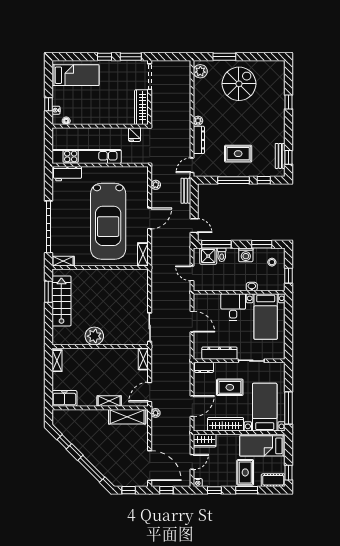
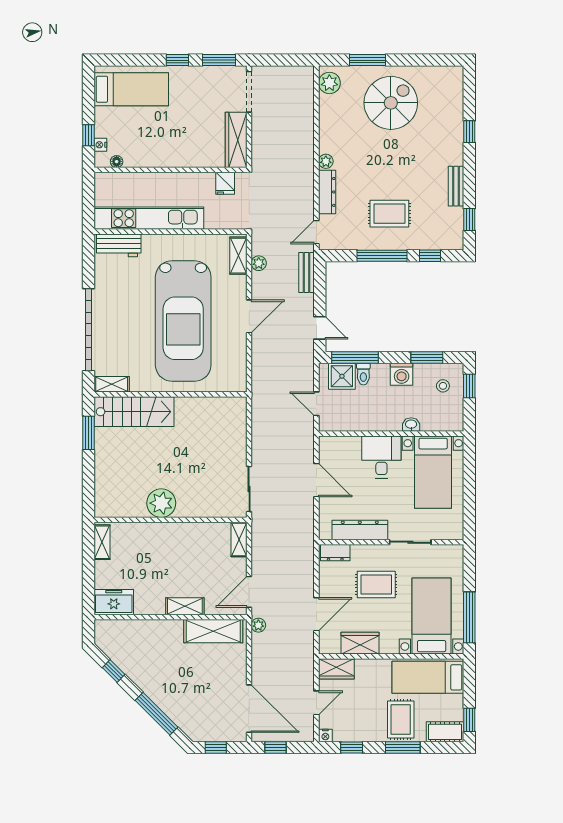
bench: (280, 156) -> (456, 186), moved
shelving: (143, 254) -> (238, 256), moved
window: (289, 276) -> (469, 386), moved
stairs: (61, 301) -> (134, 412), moved, turned 90
wardrobe: (226, 424) -> (360, 643), width x0.67

